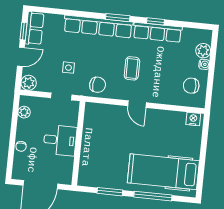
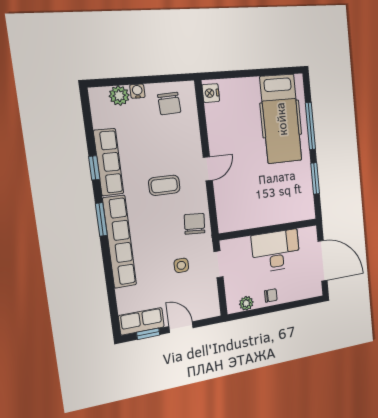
plant: (29, 83) -> (211, 308), removed
desk: (60, 140) -> (276, 251), width x1.37
chair: (21, 146) -> (271, 295), moved

